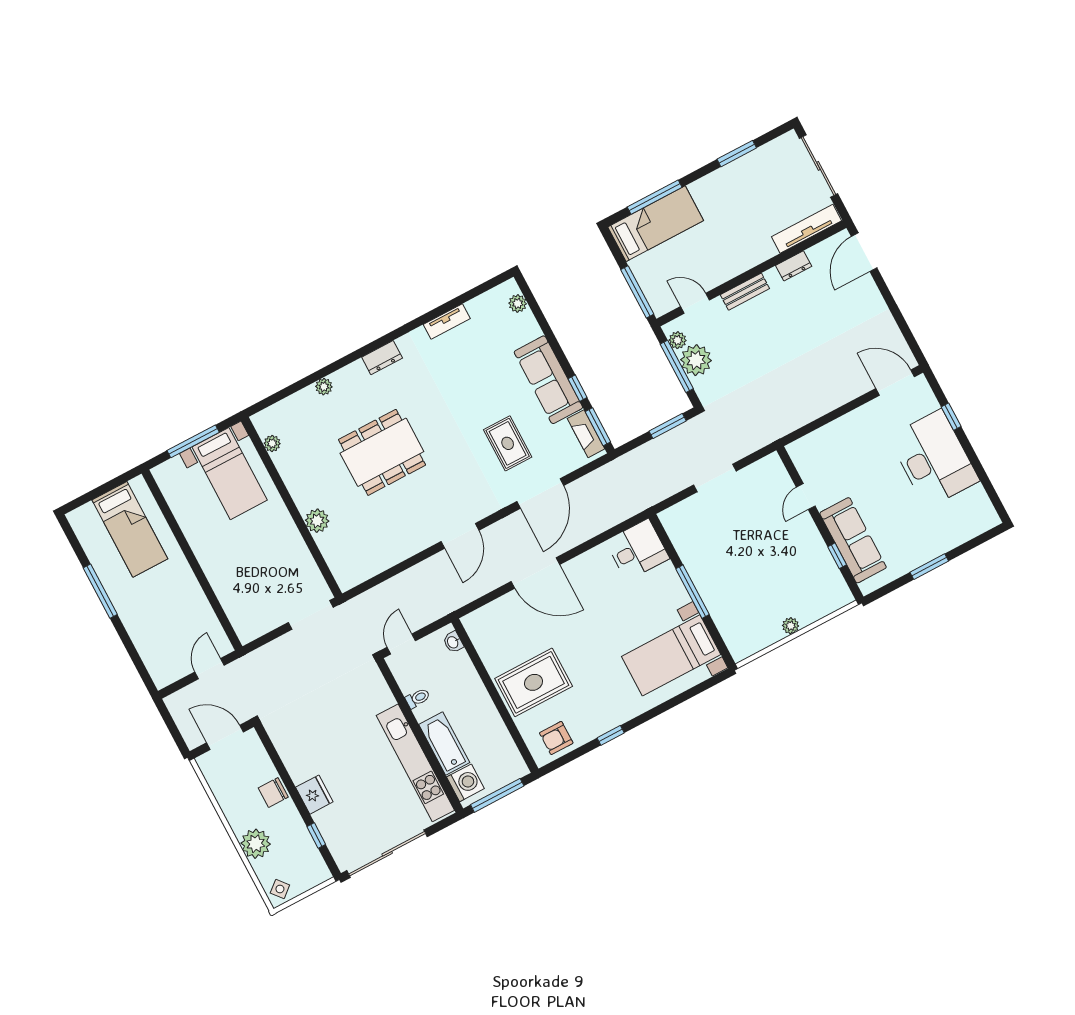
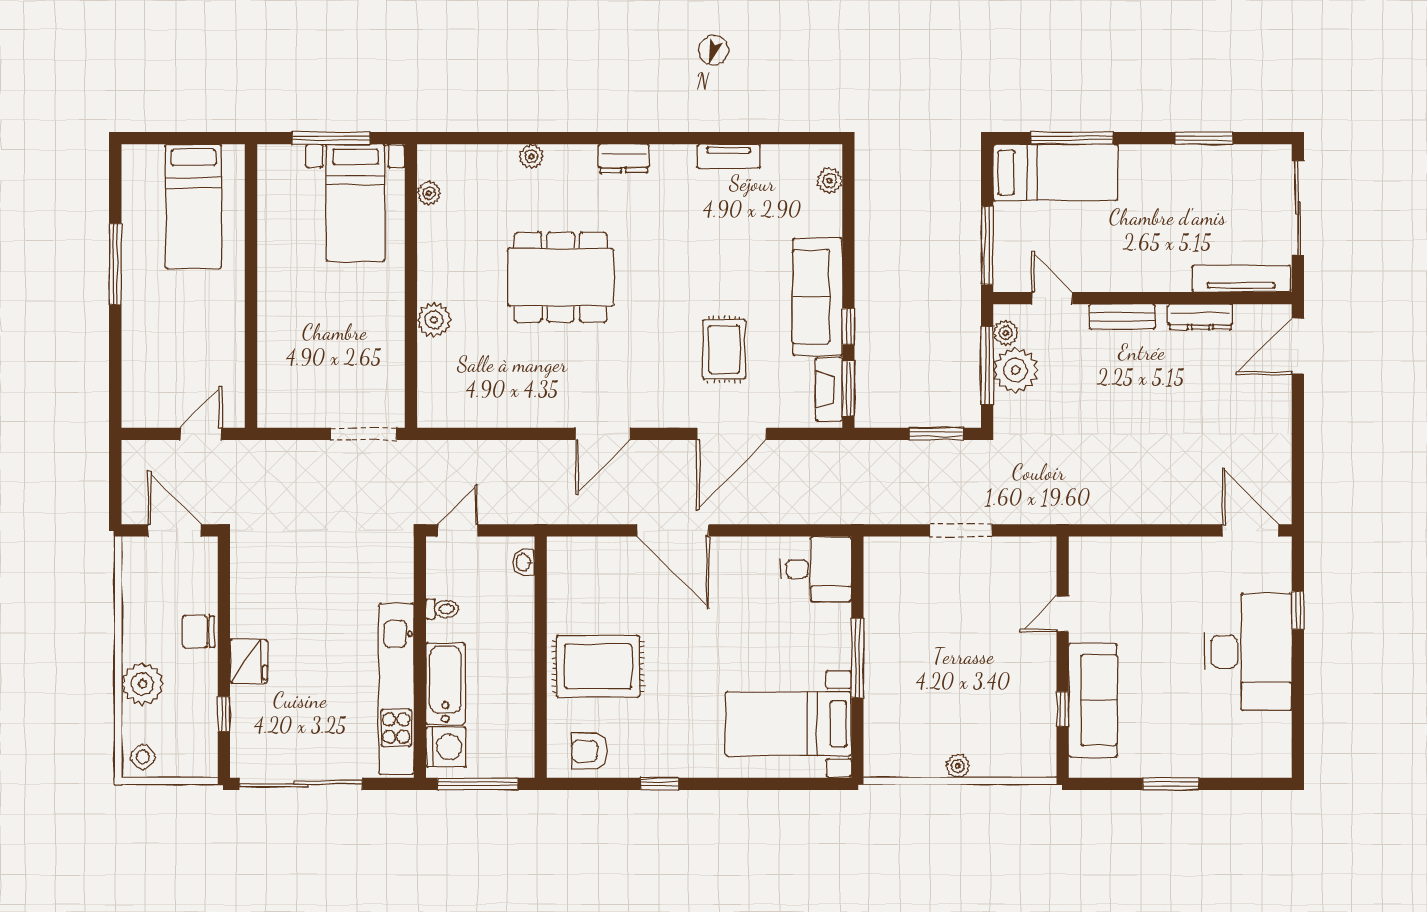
dresser: (794, 266) -> (1201, 317), width x1.44

